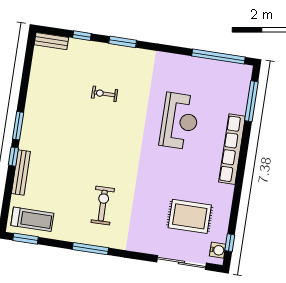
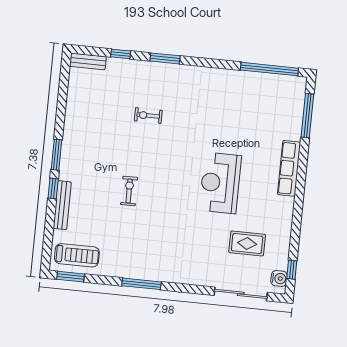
reception desk: (180, 121) -> (220, 183), moved, turned 180
row of seats: (232, 149) -> (289, 168), width x0.73
exercise bike: (103, 206) -> (129, 191), moved, width x0.73, depth x0.72
rug: (190, 216) -> (247, 243), width x0.73, depth x0.70

